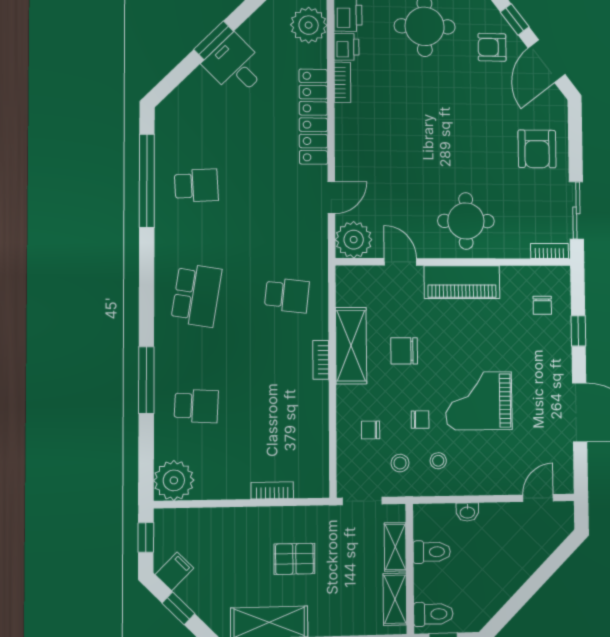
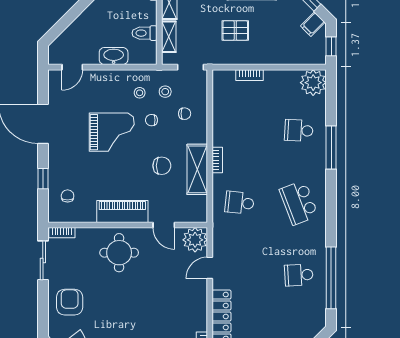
school desk: (196, 295) -> (299, 203), turned -30
washbasin: (467, 512) -> (114, 56), width x1.91, depth x1.45

